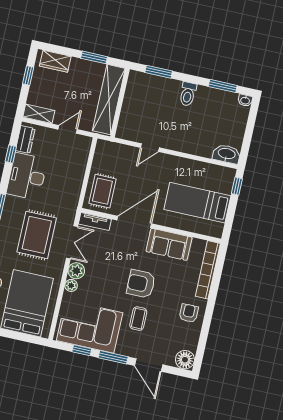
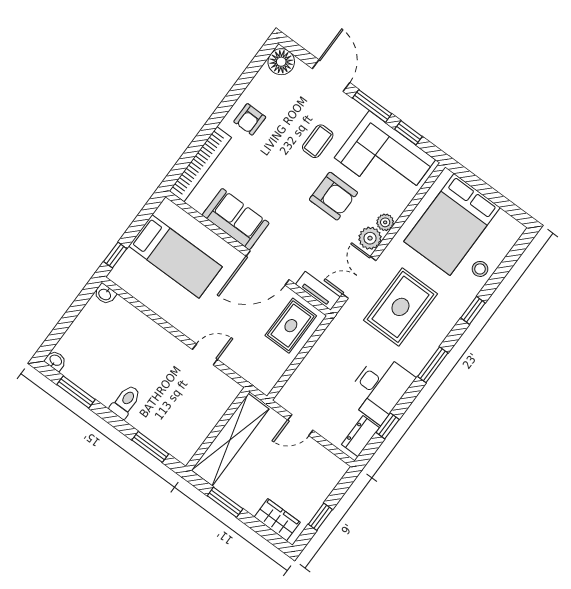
shelving: (39, 114) -> (328, 462), removed
washbasin: (227, 154) -> (105, 294), width x0.52, depth x0.69
armchair: (141, 284) -> (333, 196), moved

